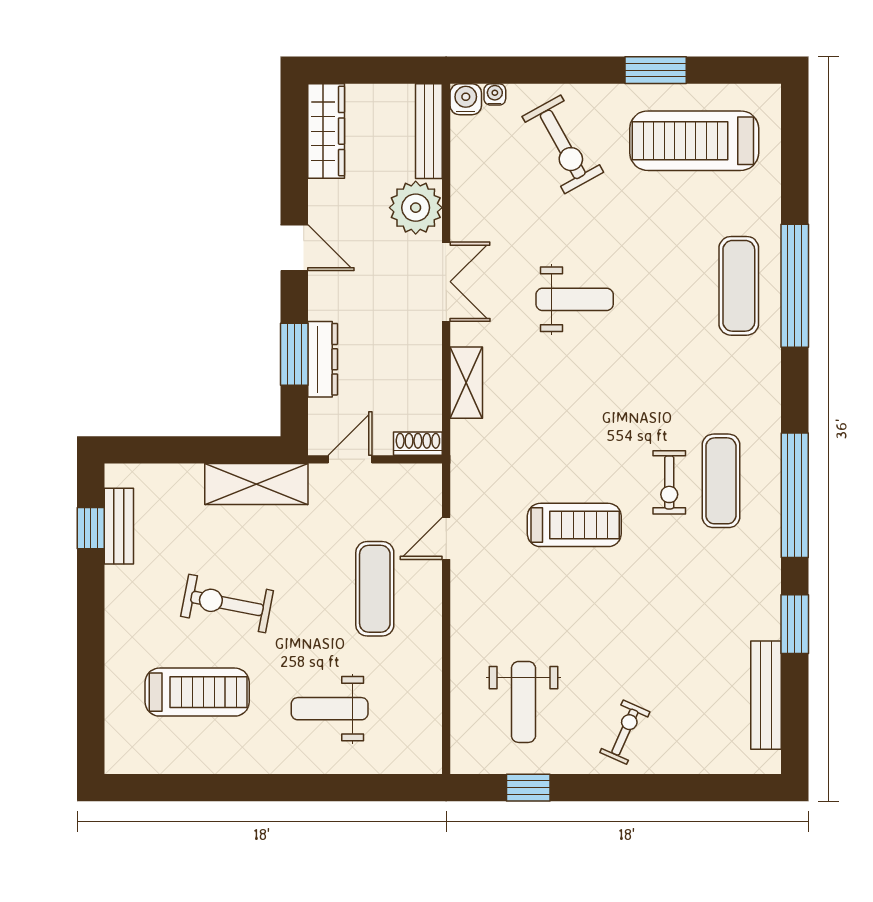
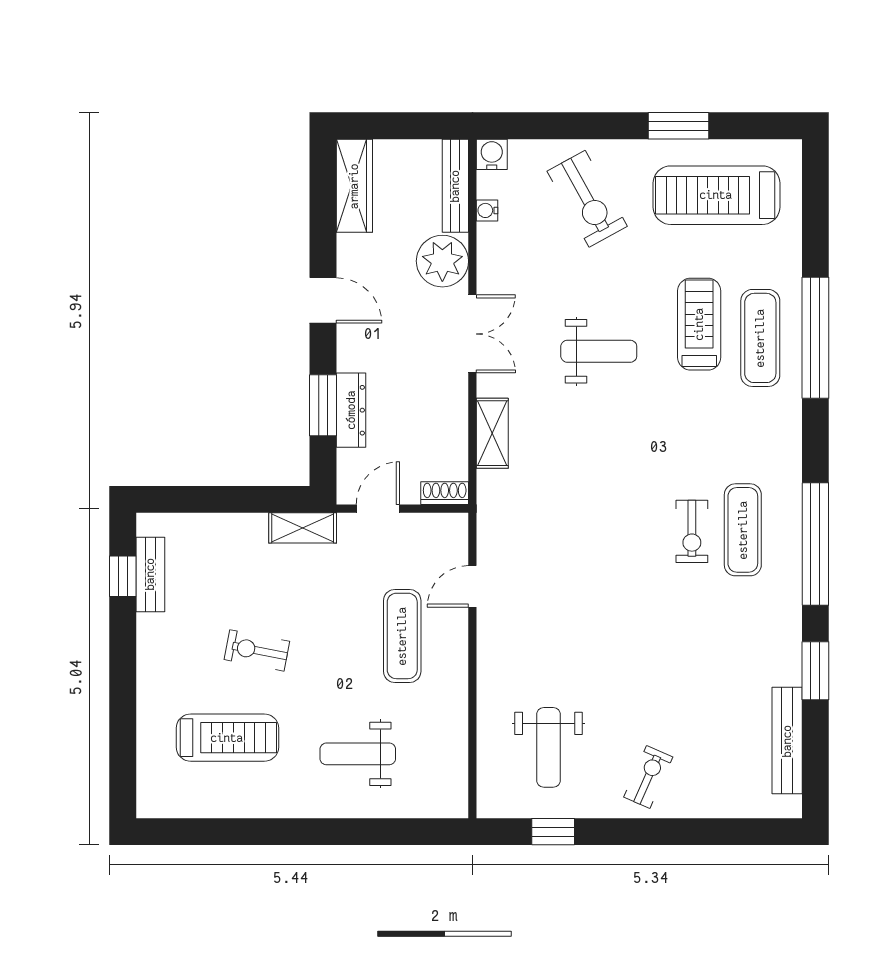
water cooler: (495, 94) -> (487, 210), moved, turned -90
shelving: (256, 484) -> (303, 528), width x0.67, depth x0.75
treadmill: (574, 525) -> (699, 324), moved, turned -90
exercise bike: (227, 603) -> (257, 650), width x0.73, depth x0.72

